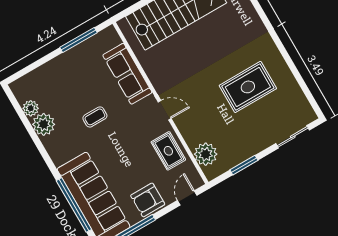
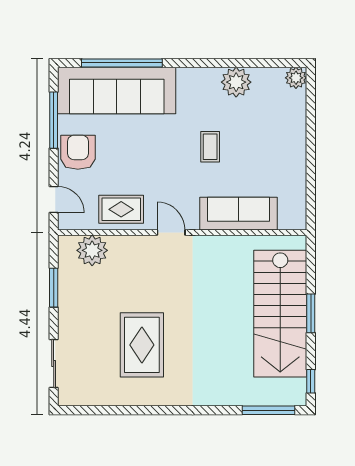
window: (79, 40) -> (311, 180), removed
plant: (31, 108) -> (296, 78), moved
door: (165, 110) -> (171, 232), swing flipped

